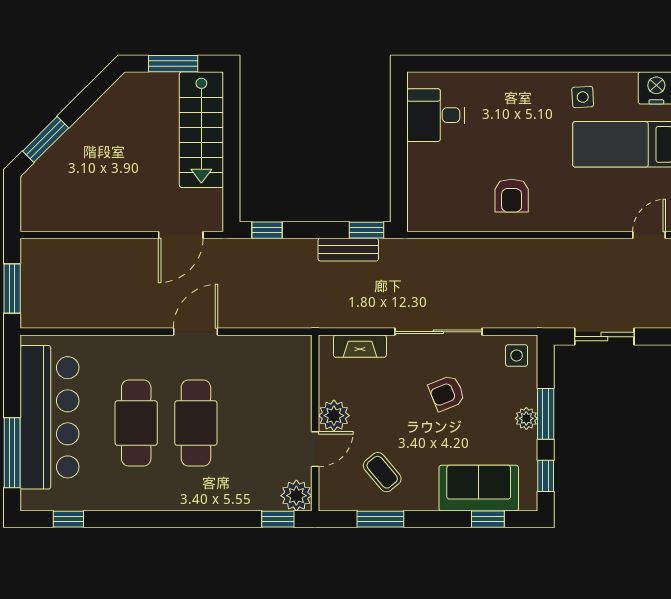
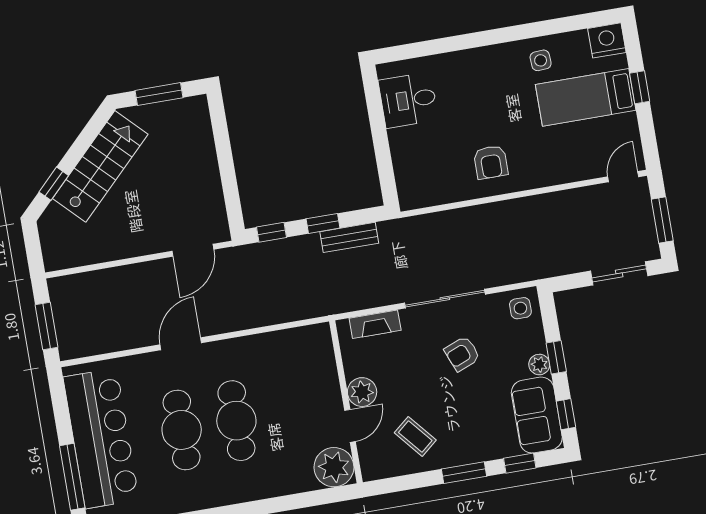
stairs: (201, 130) -> (100, 166), moved, turned -135
window: (46, 139) -> (54, 184), width x0.67
window: (367, 230) -> (323, 223), moved
door: (195, 332) -> (181, 344), moved
sliding door: (604, 337) -> (619, 273), moved
window: (546, 414) -> (556, 357), width x0.67
sofa: (479, 488) -> (537, 415), moved, turned -90
plant: (296, 496) -> (334, 467), width x1.36, depth x1.36
window: (278, 519) -> (327, 496), removed
window: (380, 519) -> (464, 473), moved

